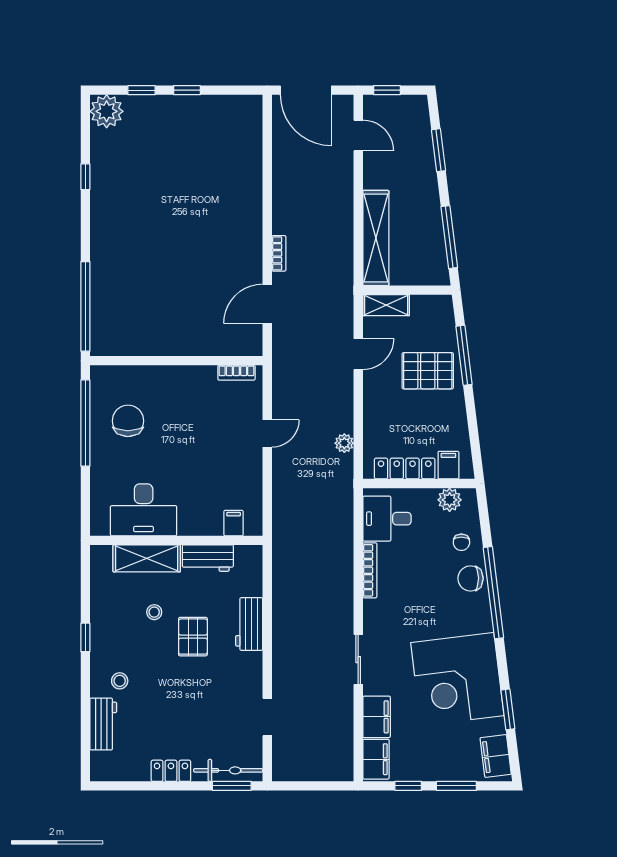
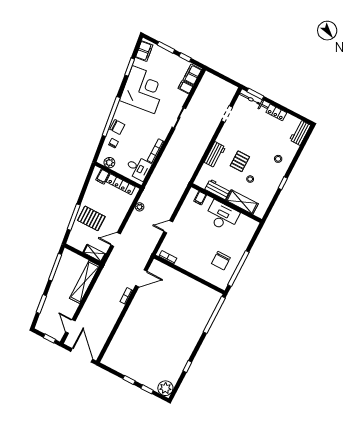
desk: (144, 510) -> (222, 216), moved
filing cabinet: (377, 717) -> (186, 87), width x0.50
workbench: (103, 724) -> (300, 133), moved

